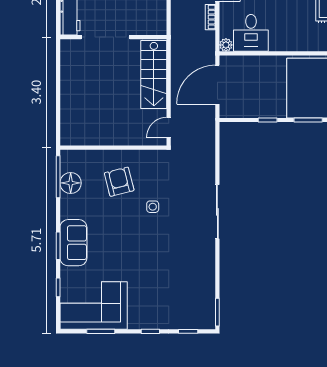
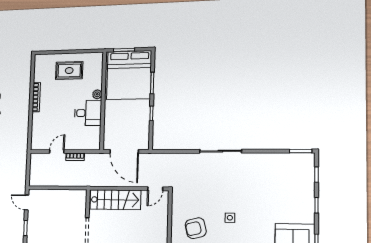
desk: (251, 33) -> (88, 113), moved
plant: (226, 45) -> (97, 94), moved
door: (169, 128) -> (155, 189), hinge flipped
side table: (153, 207) -> (230, 218), moved

